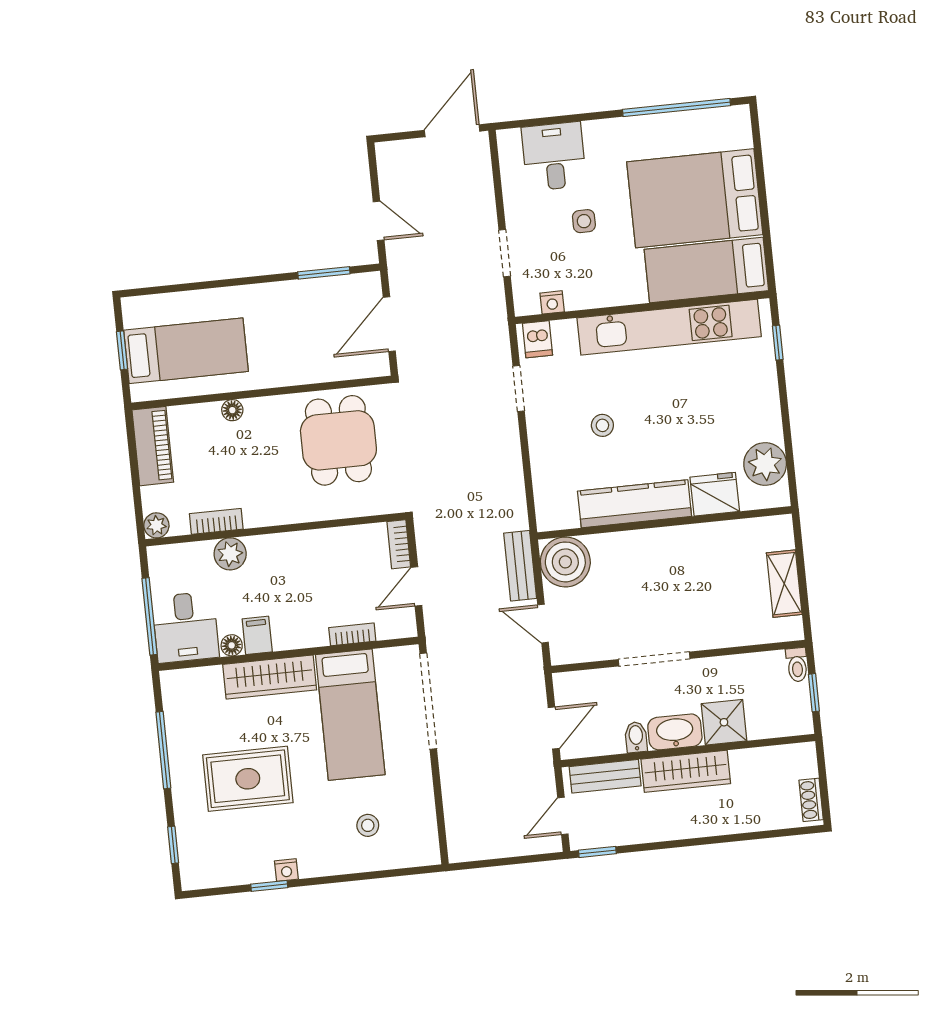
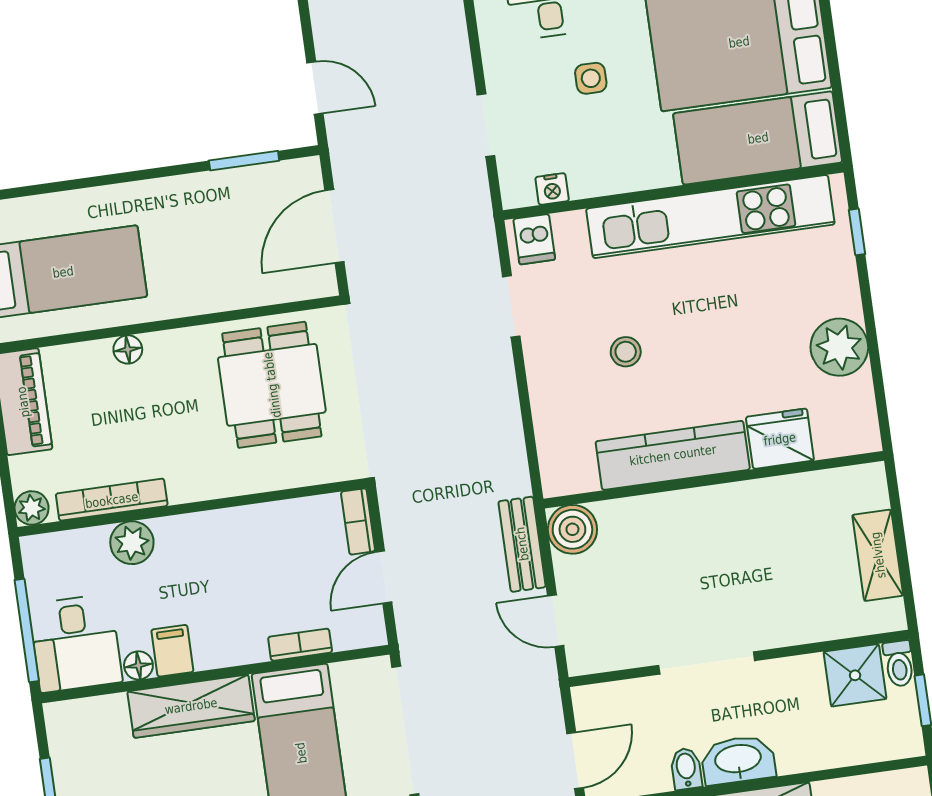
plant: (765, 464) -> (839, 347), moved
bookcase: (216, 521) -> (112, 500), width x1.56
boiler: (565, 562) -> (572, 529), width x0.73, depth x0.73
shower: (724, 722) -> (855, 675), moved

